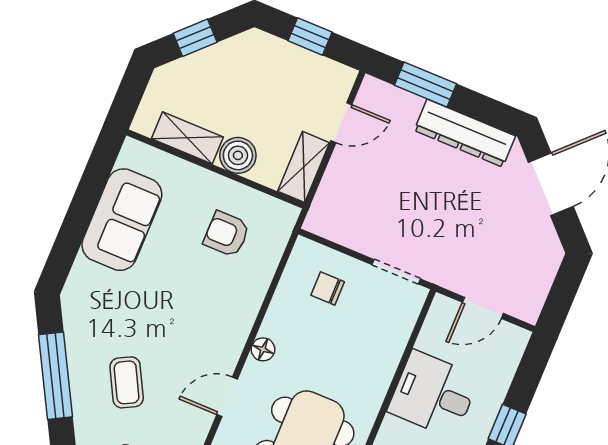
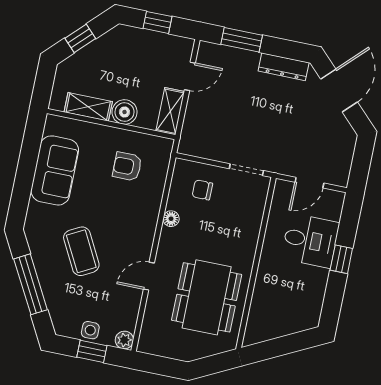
dresser: (465, 133) -> (284, 67), width x0.73, depth x0.80
floor lamp: (263, 349) -> (171, 219), moved
coffee table: (127, 382) -> (81, 251), moved, width x1.36, depth x1.30
desk: (434, 394) -> (310, 241), moved, turned 180

